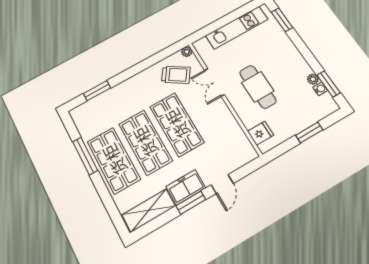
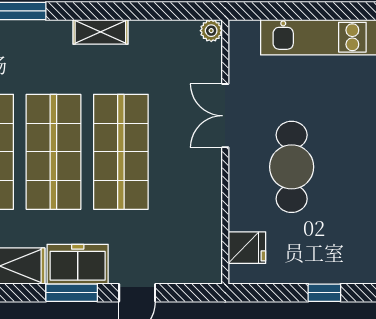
trolley: (176, 75) -> (169, 63), removed
shelving: (138, 79) -> (100, 32), added
window: (309, 132) -> (324, 293), width x0.67

